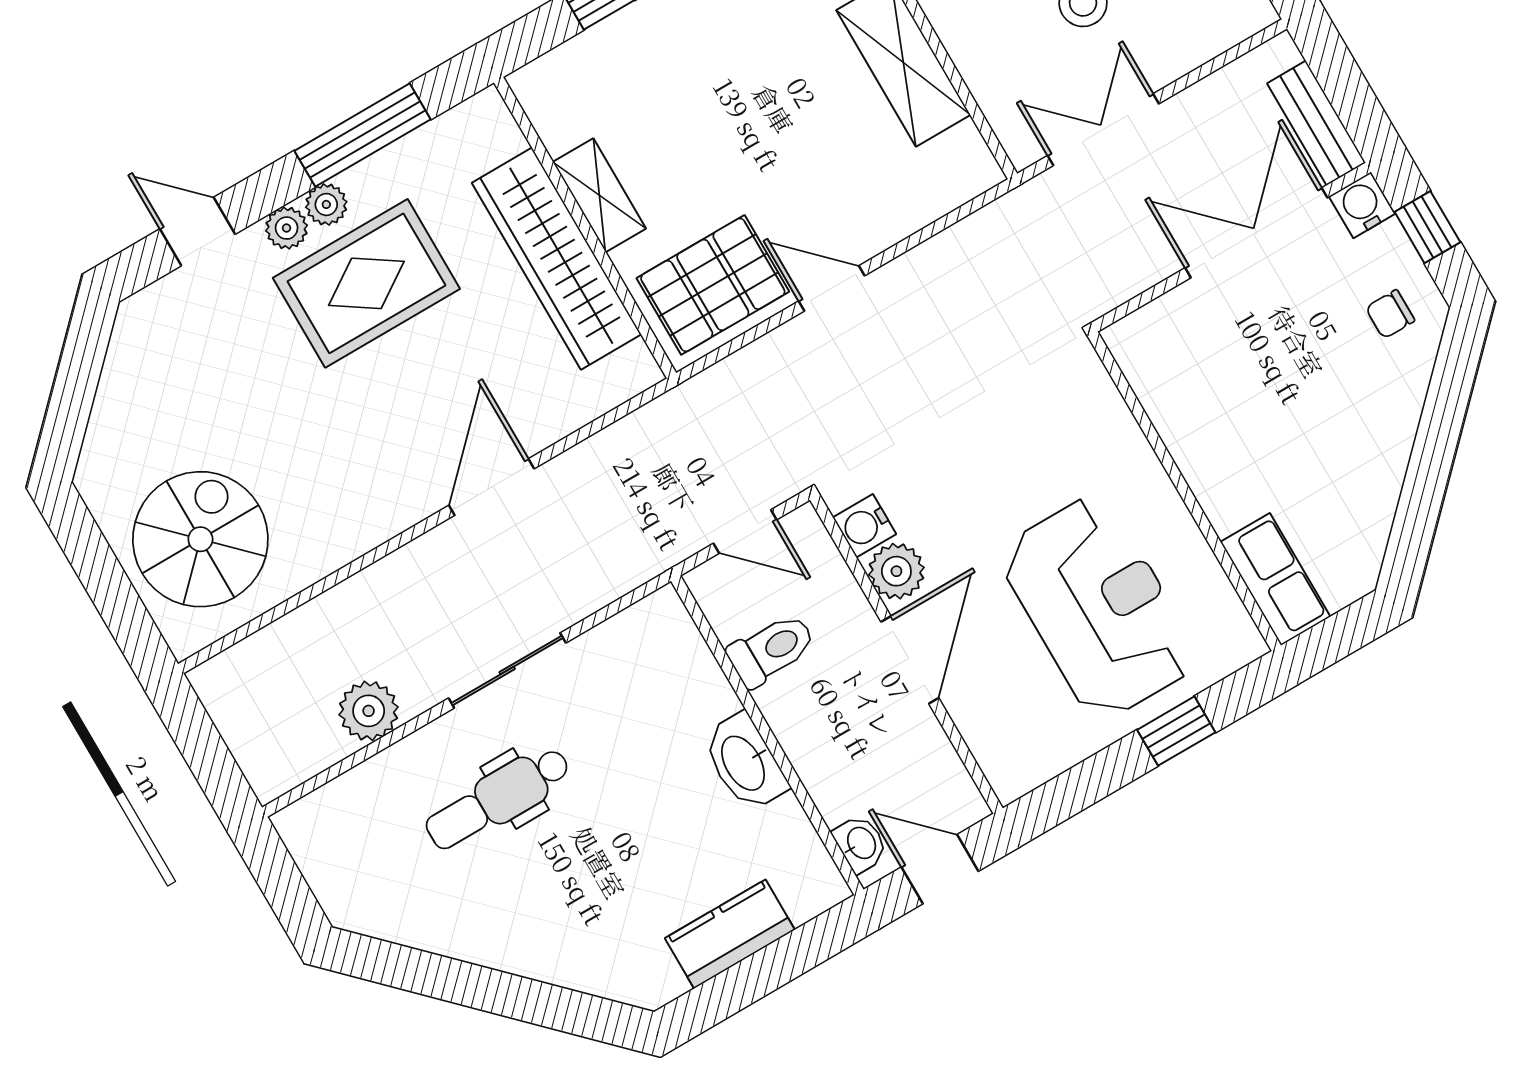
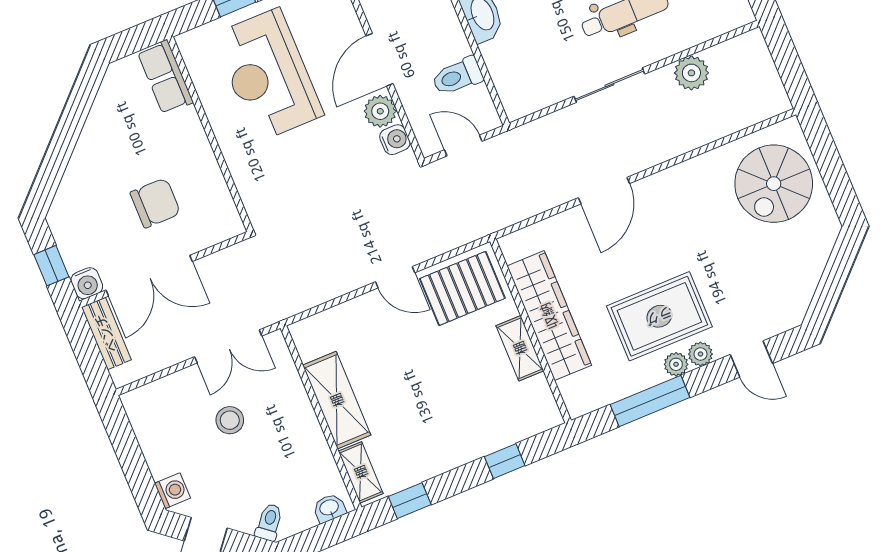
chair: (1390, 314) -> (155, 203), moved, width x1.87, depth x1.87

